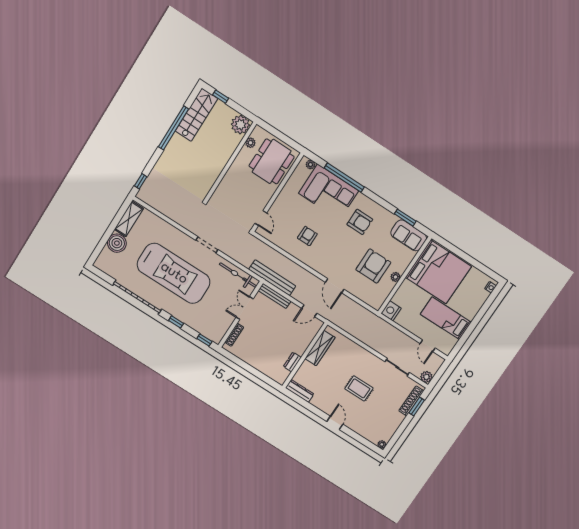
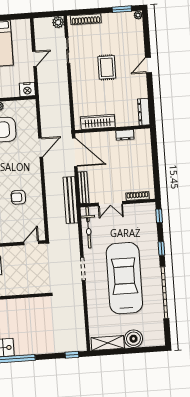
door: (309, 311) -> (75, 152), width x1.87
door: (428, 346) -> (34, 59), moved
window: (417, 407) -> (122, 9), moved

